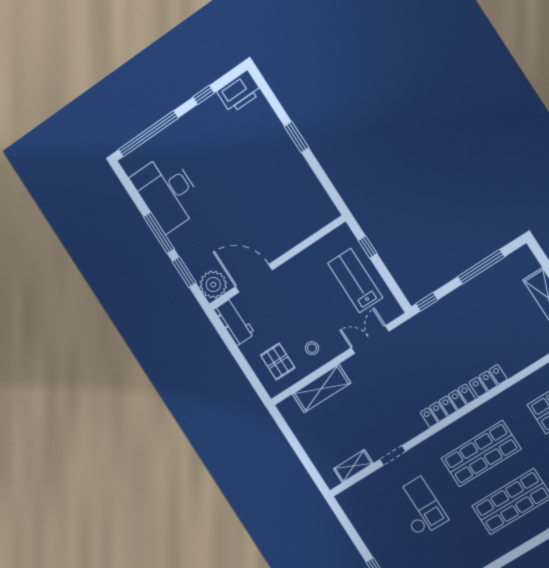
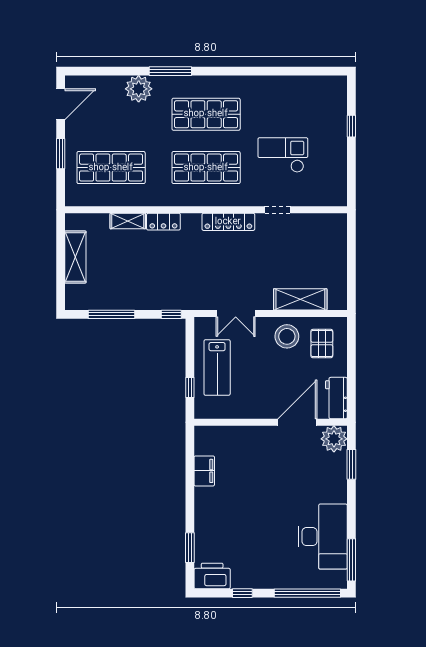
window: (296, 137) -> (190, 548), moved
filing cabinet: (307, 181) -> (204, 471), added
window: (159, 233) -> (351, 560), moved
door: (254, 278) -> (297, 422), swing flipped
stool: (312, 348) -> (287, 336), width x1.89, depth x1.89
locker: (448, 406) -> (228, 222), moved
shelving: (353, 466) -> (128, 221), moved
checkout: (420, 507) -> (283, 155), turned 90

